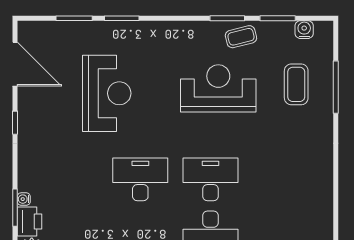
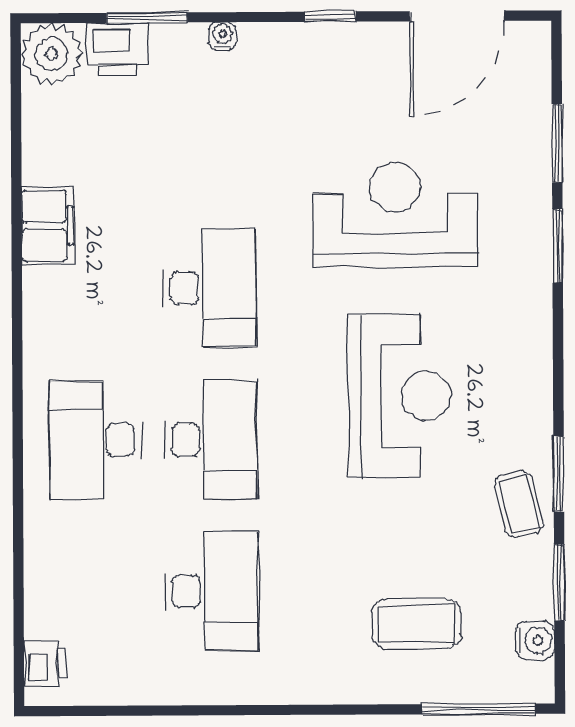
window: (336, 87) -> (479, 709), moved
reception desk: (218, 88) -> (400, 396), moved
reception desk: (107, 93) -> (395, 215), turned 180
desk: (281, 179) -> (211, 591), added
water cooler: (24, 199) -> (222, 36), moved

